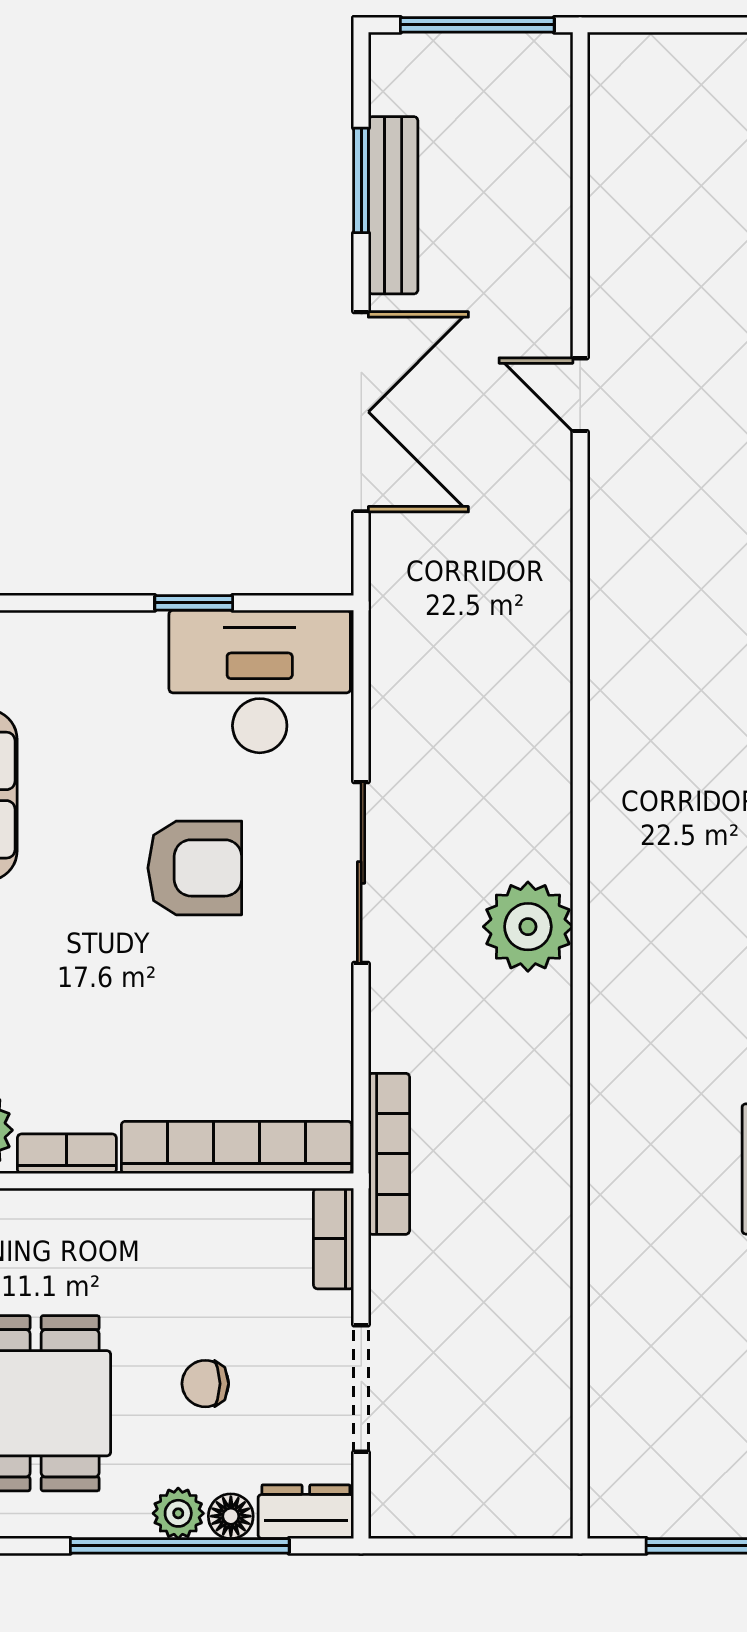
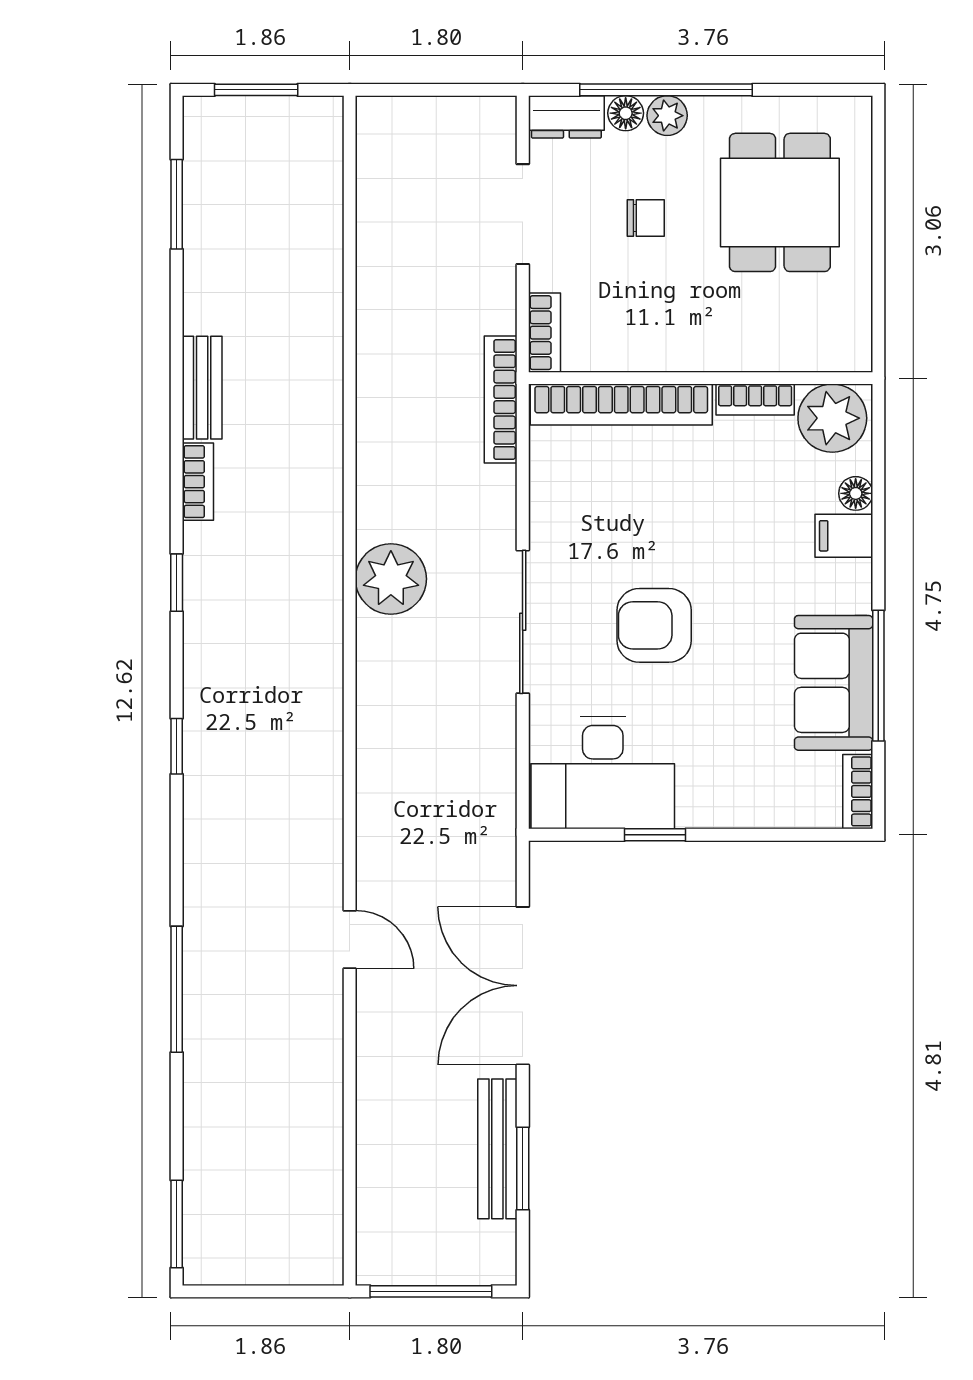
door: (580, 395) -> (350, 939), moved

